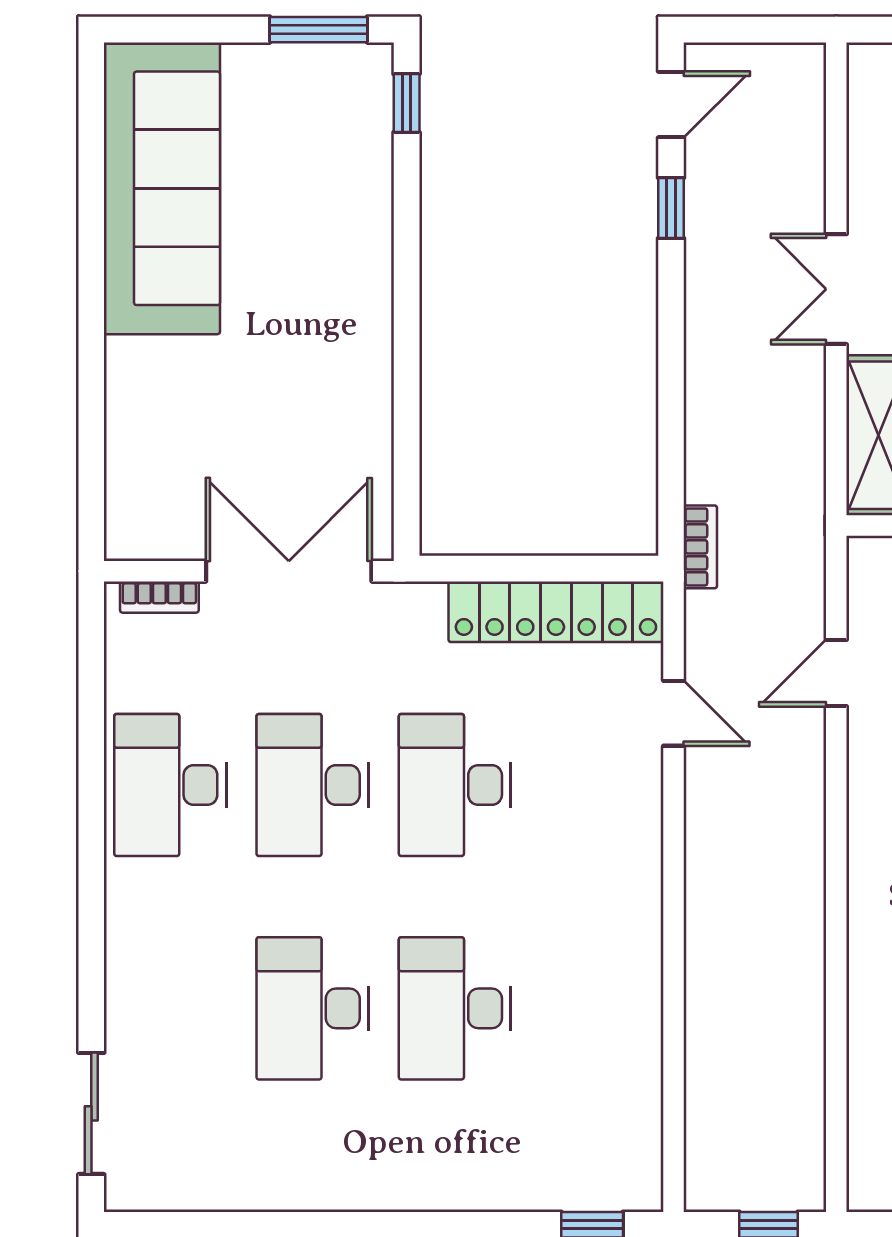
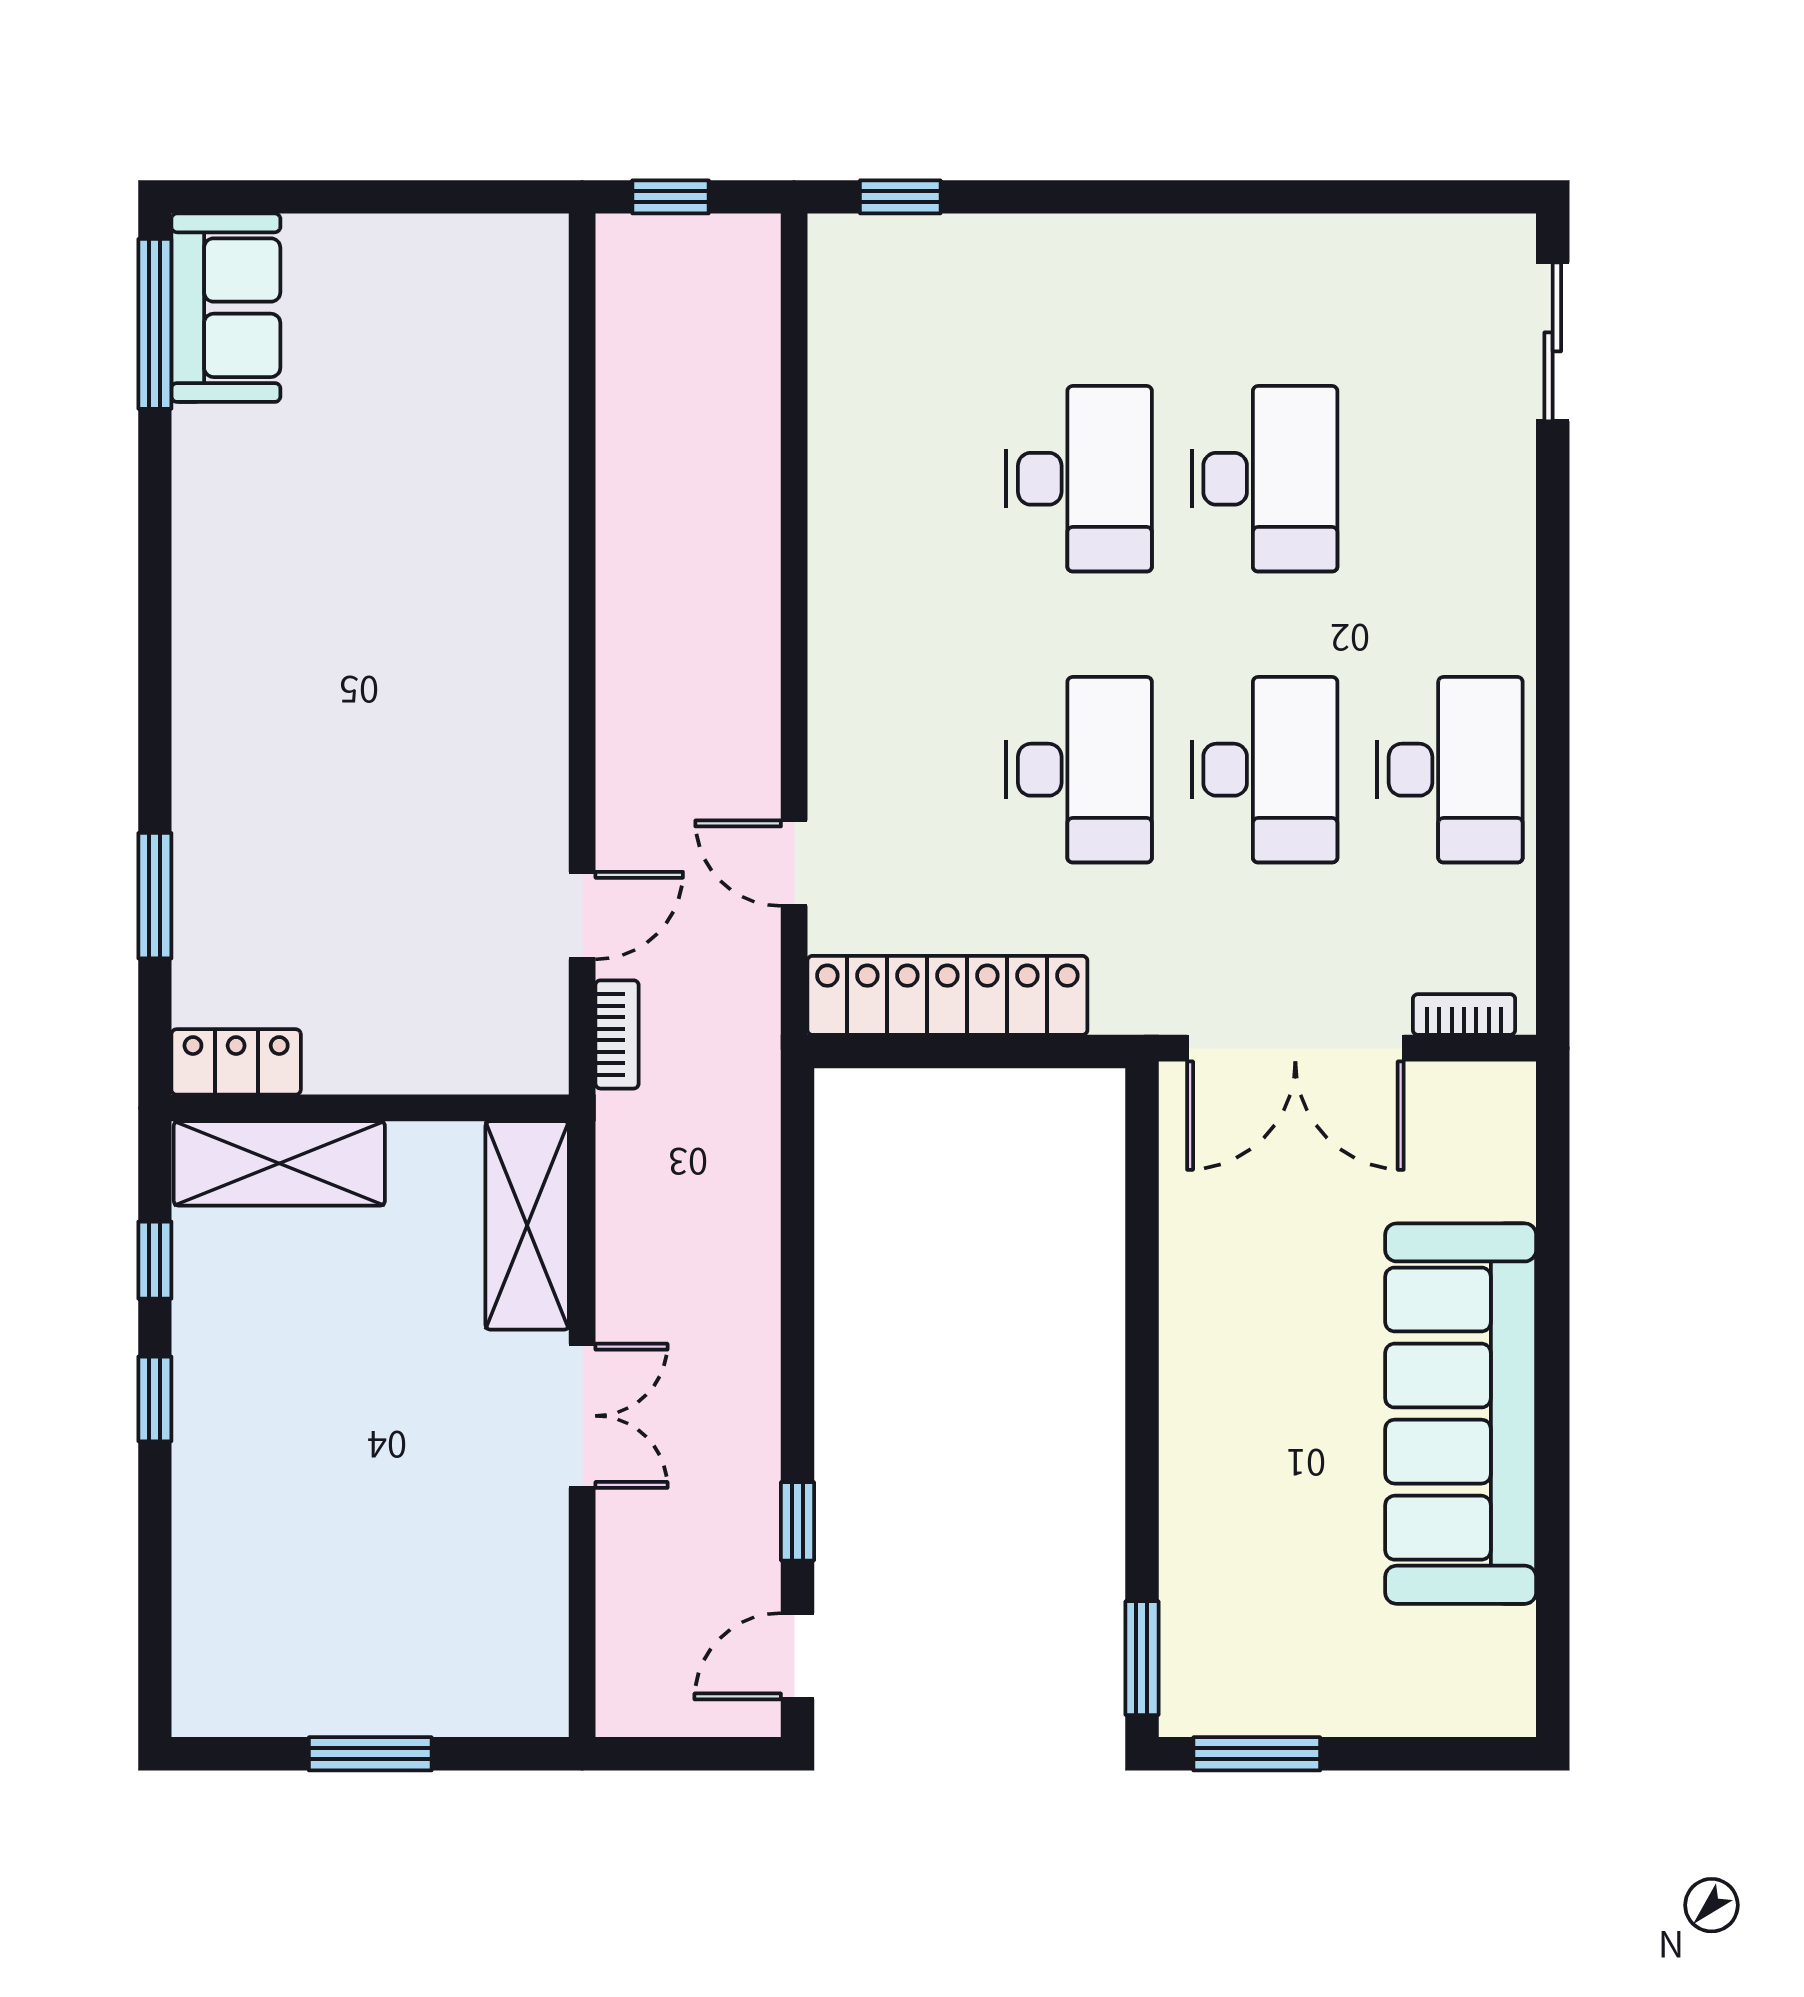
window: (407, 103) -> (1142, 1658), width x1.50
sofa: (162, 188) -> (1461, 1414), moved
bookcase: (700, 547) -> (617, 1034), moved, turned 180

